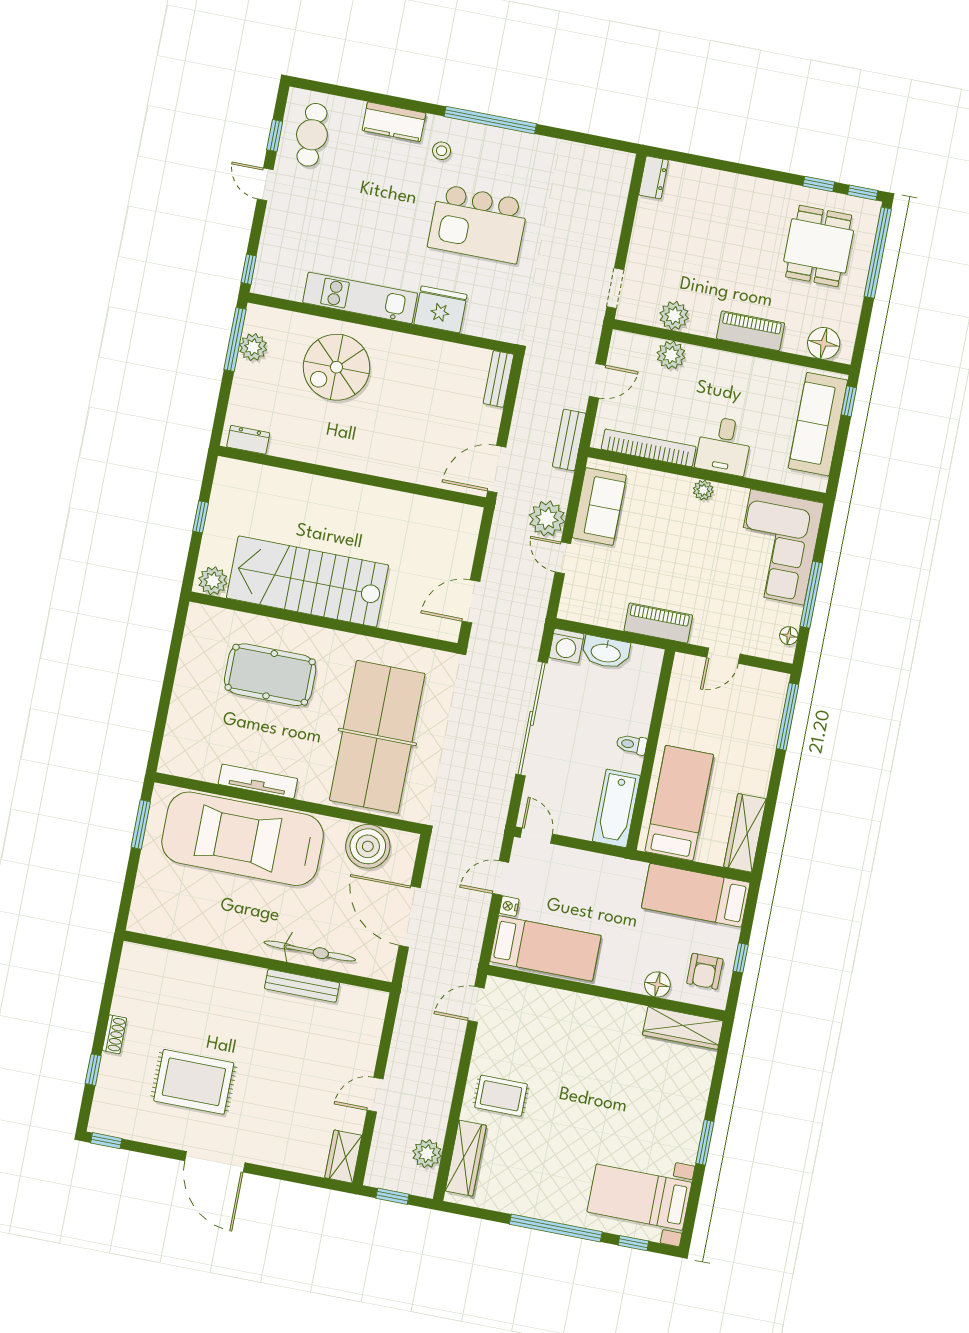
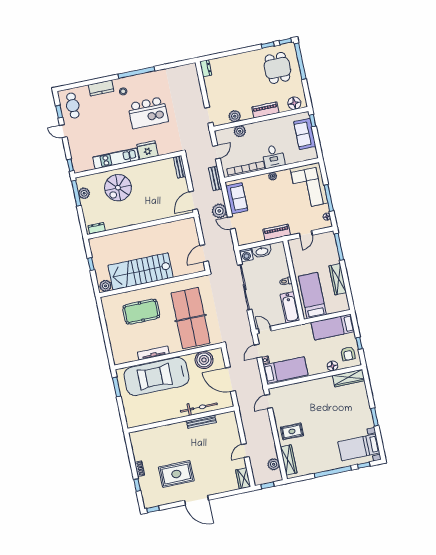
sofa: (818, 424) -> (305, 134), width x0.73
wardrobe: (745, 833) -> (338, 279), moved

